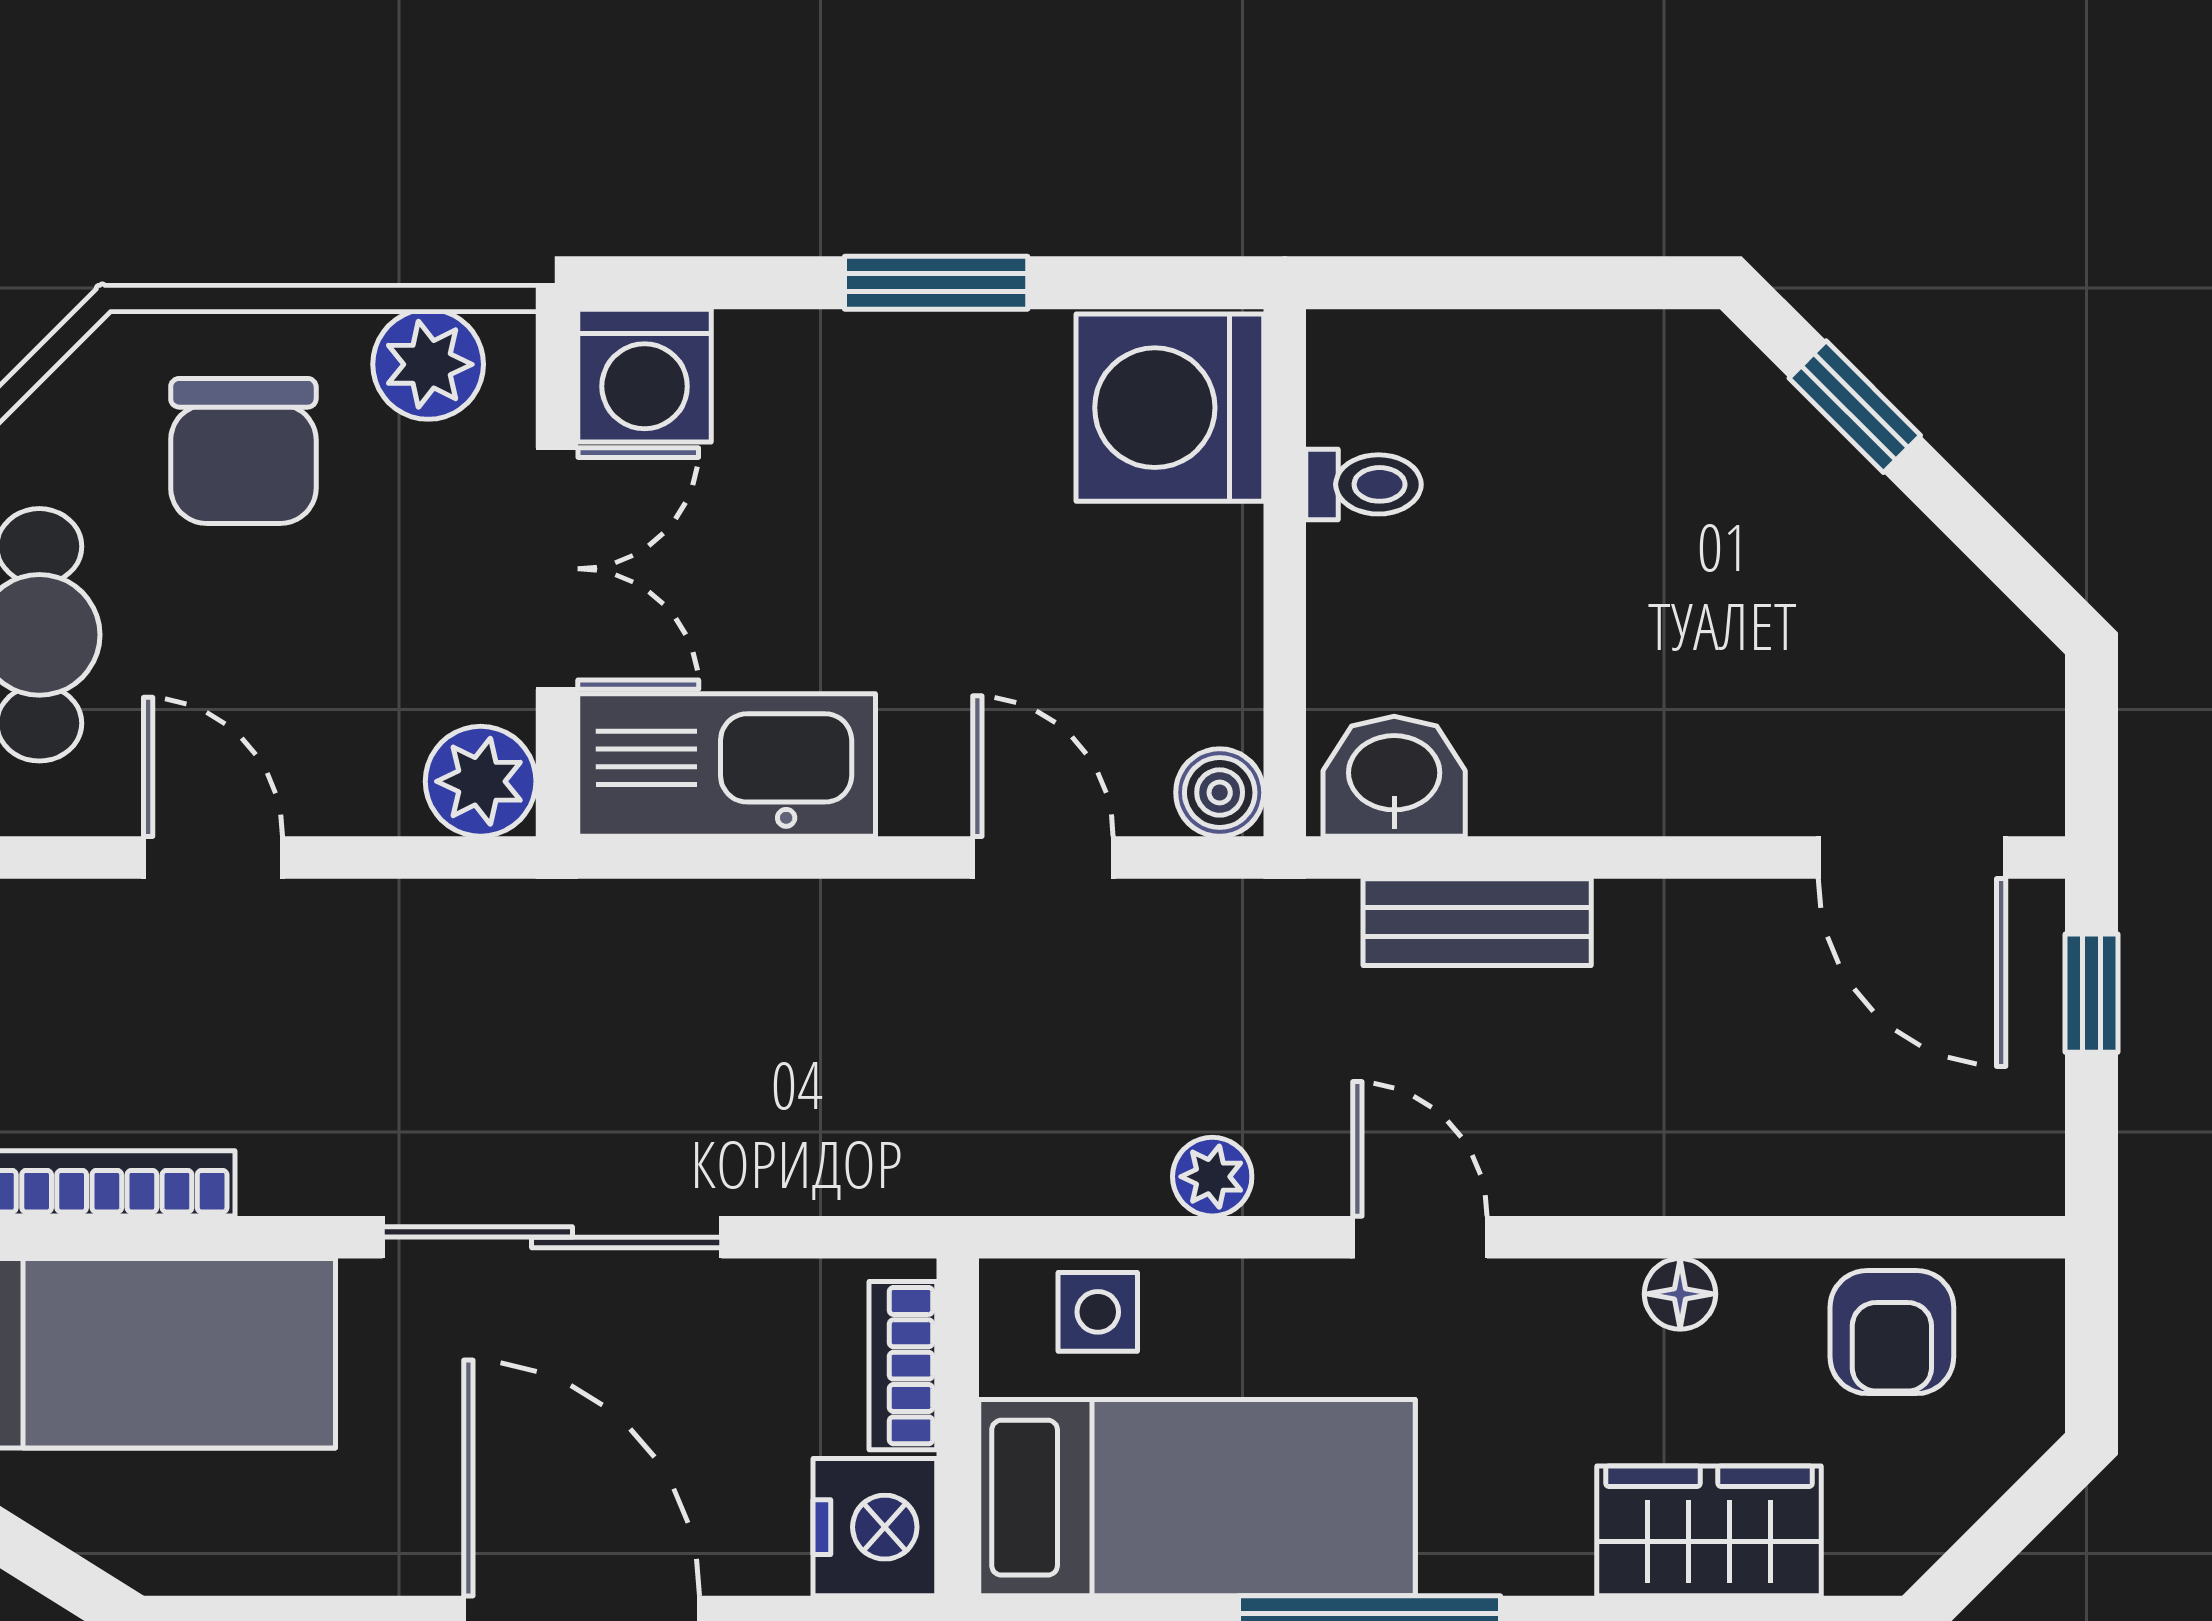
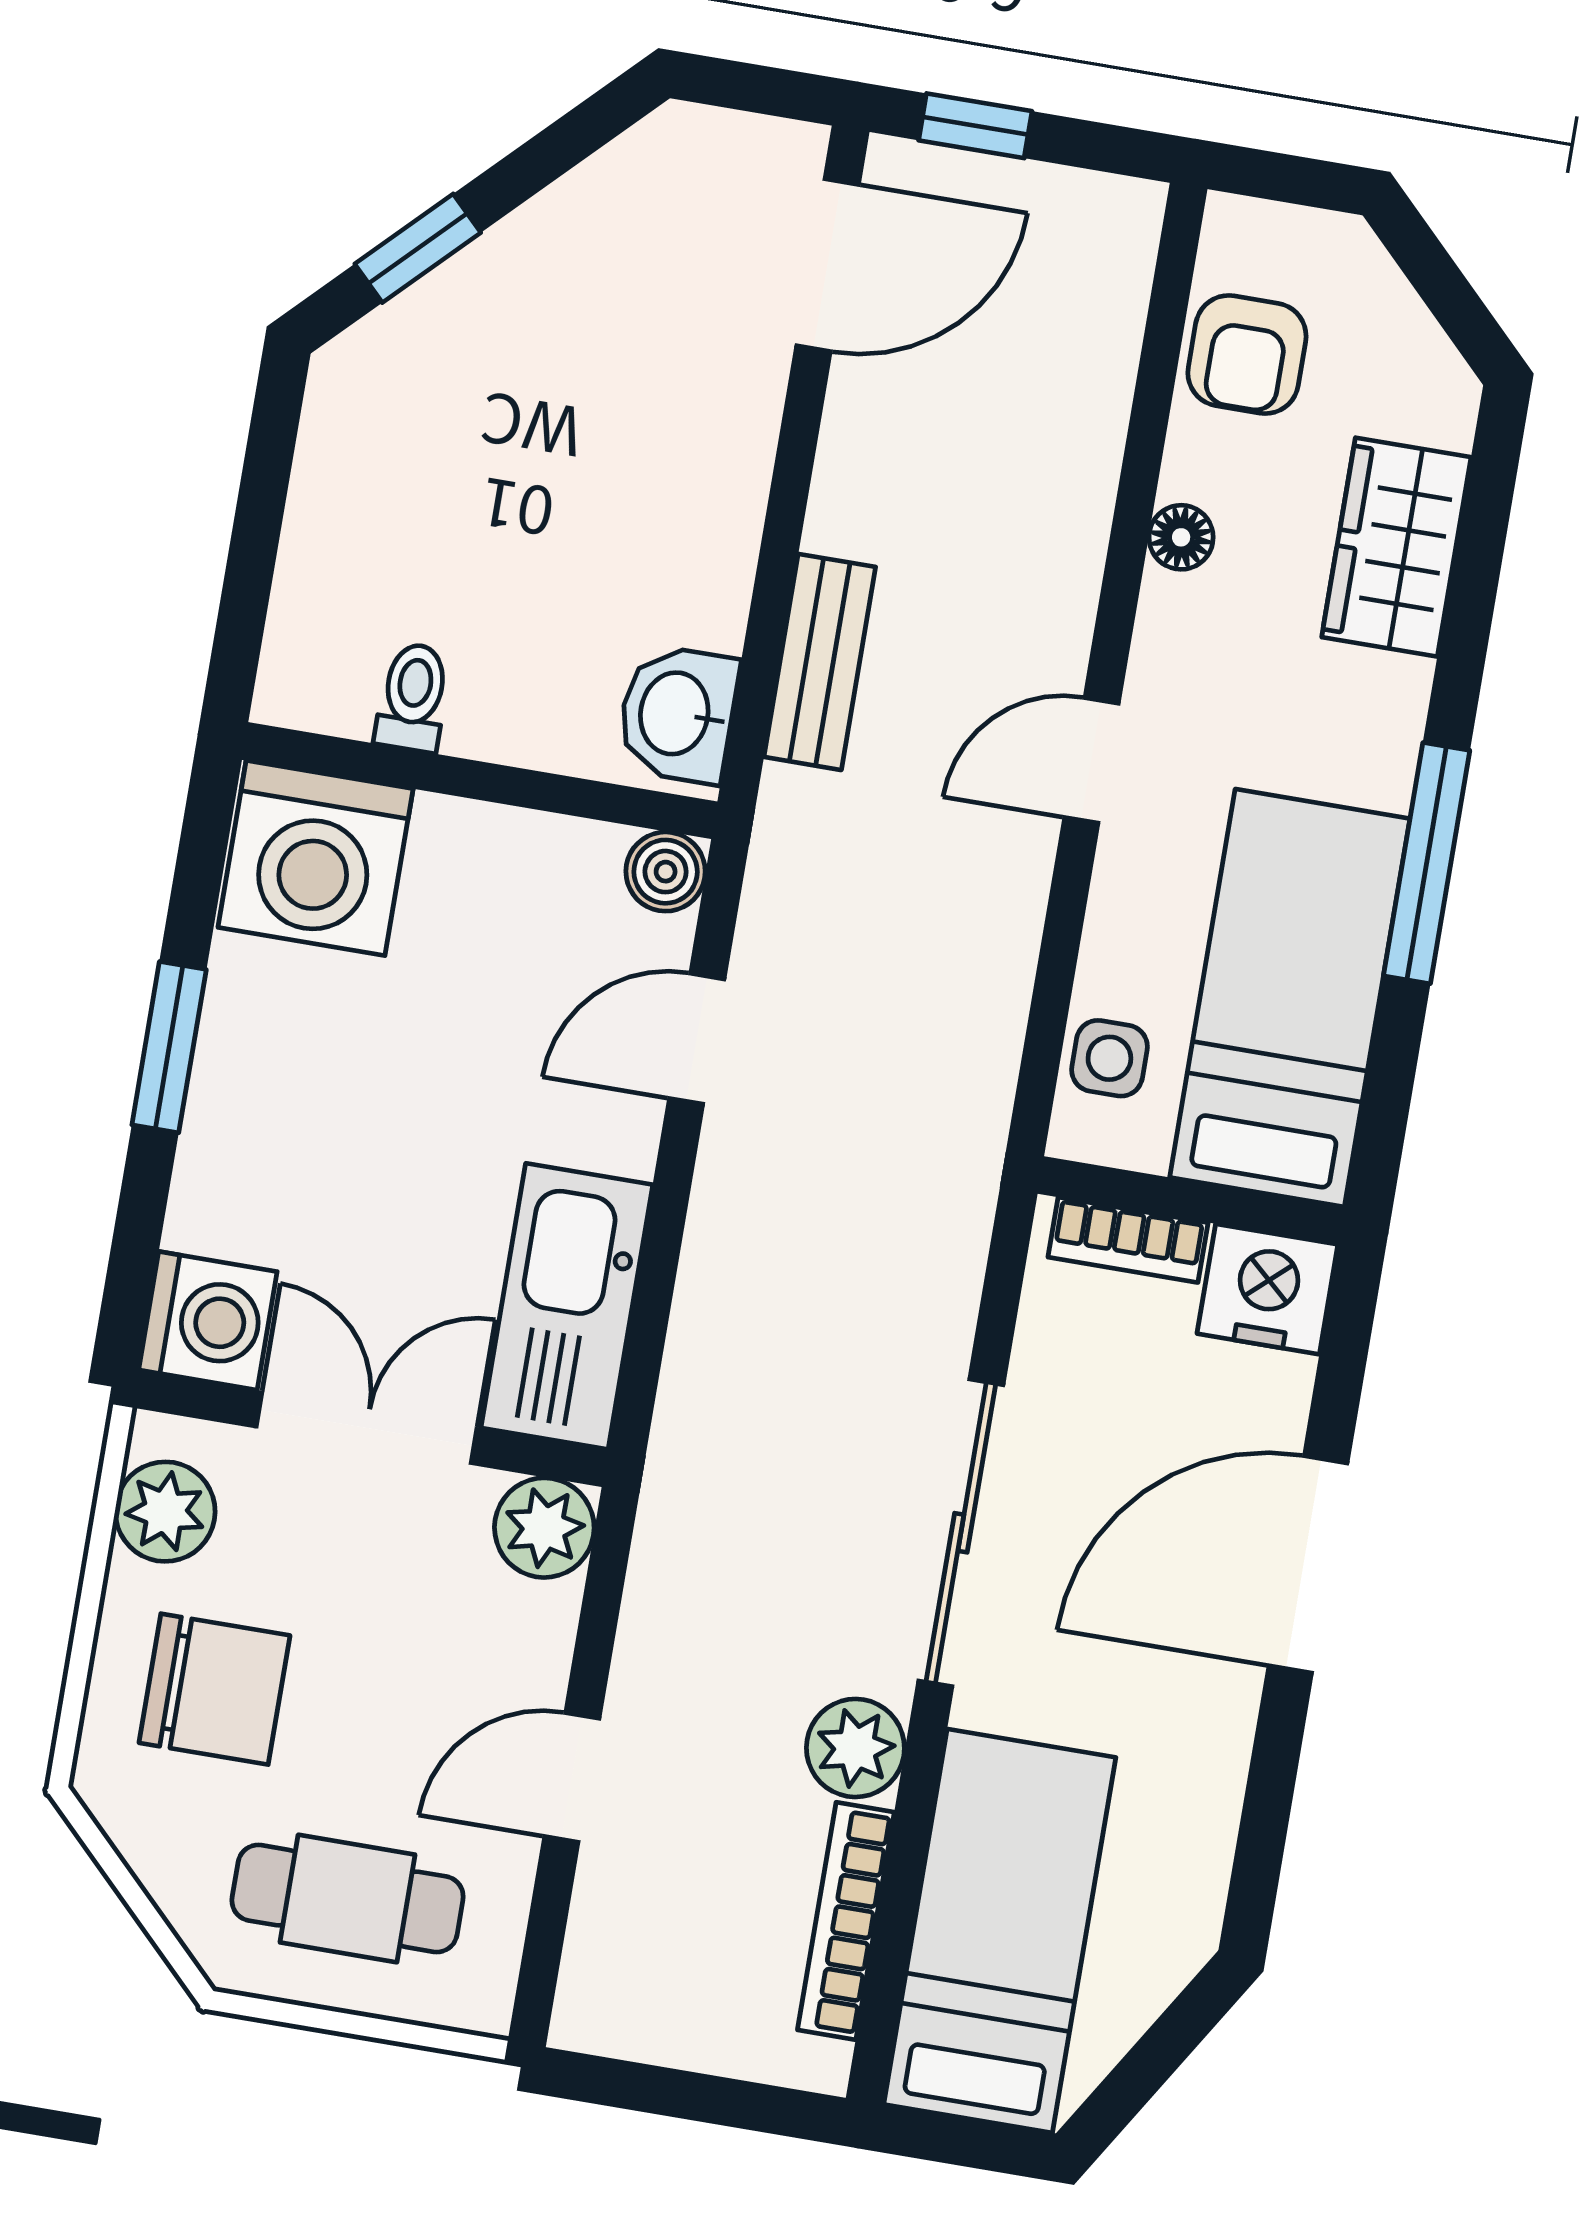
plant: (1212, 1177) -> (855, 1748), moved, width x1.38, depth x1.38
armchair: (1892, 1332) -> (1247, 354), turned 90

